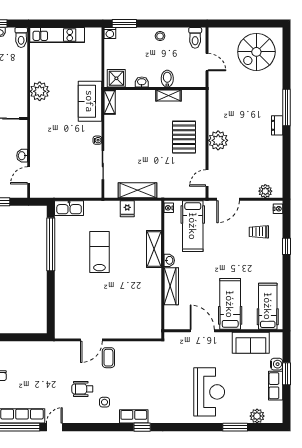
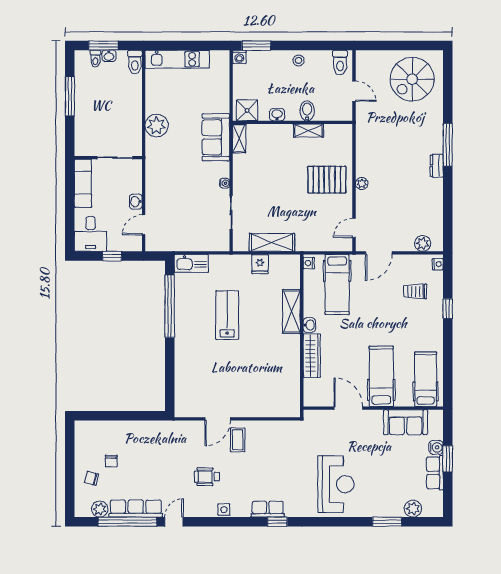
pallet: (184, 137) -> (327, 180), turned 90
plant: (218, 140) -> (362, 183), width x0.53, depth x0.53
reception desk: (209, 392) -> (336, 484), moved
side table: (104, 402) -> (224, 510), moved

